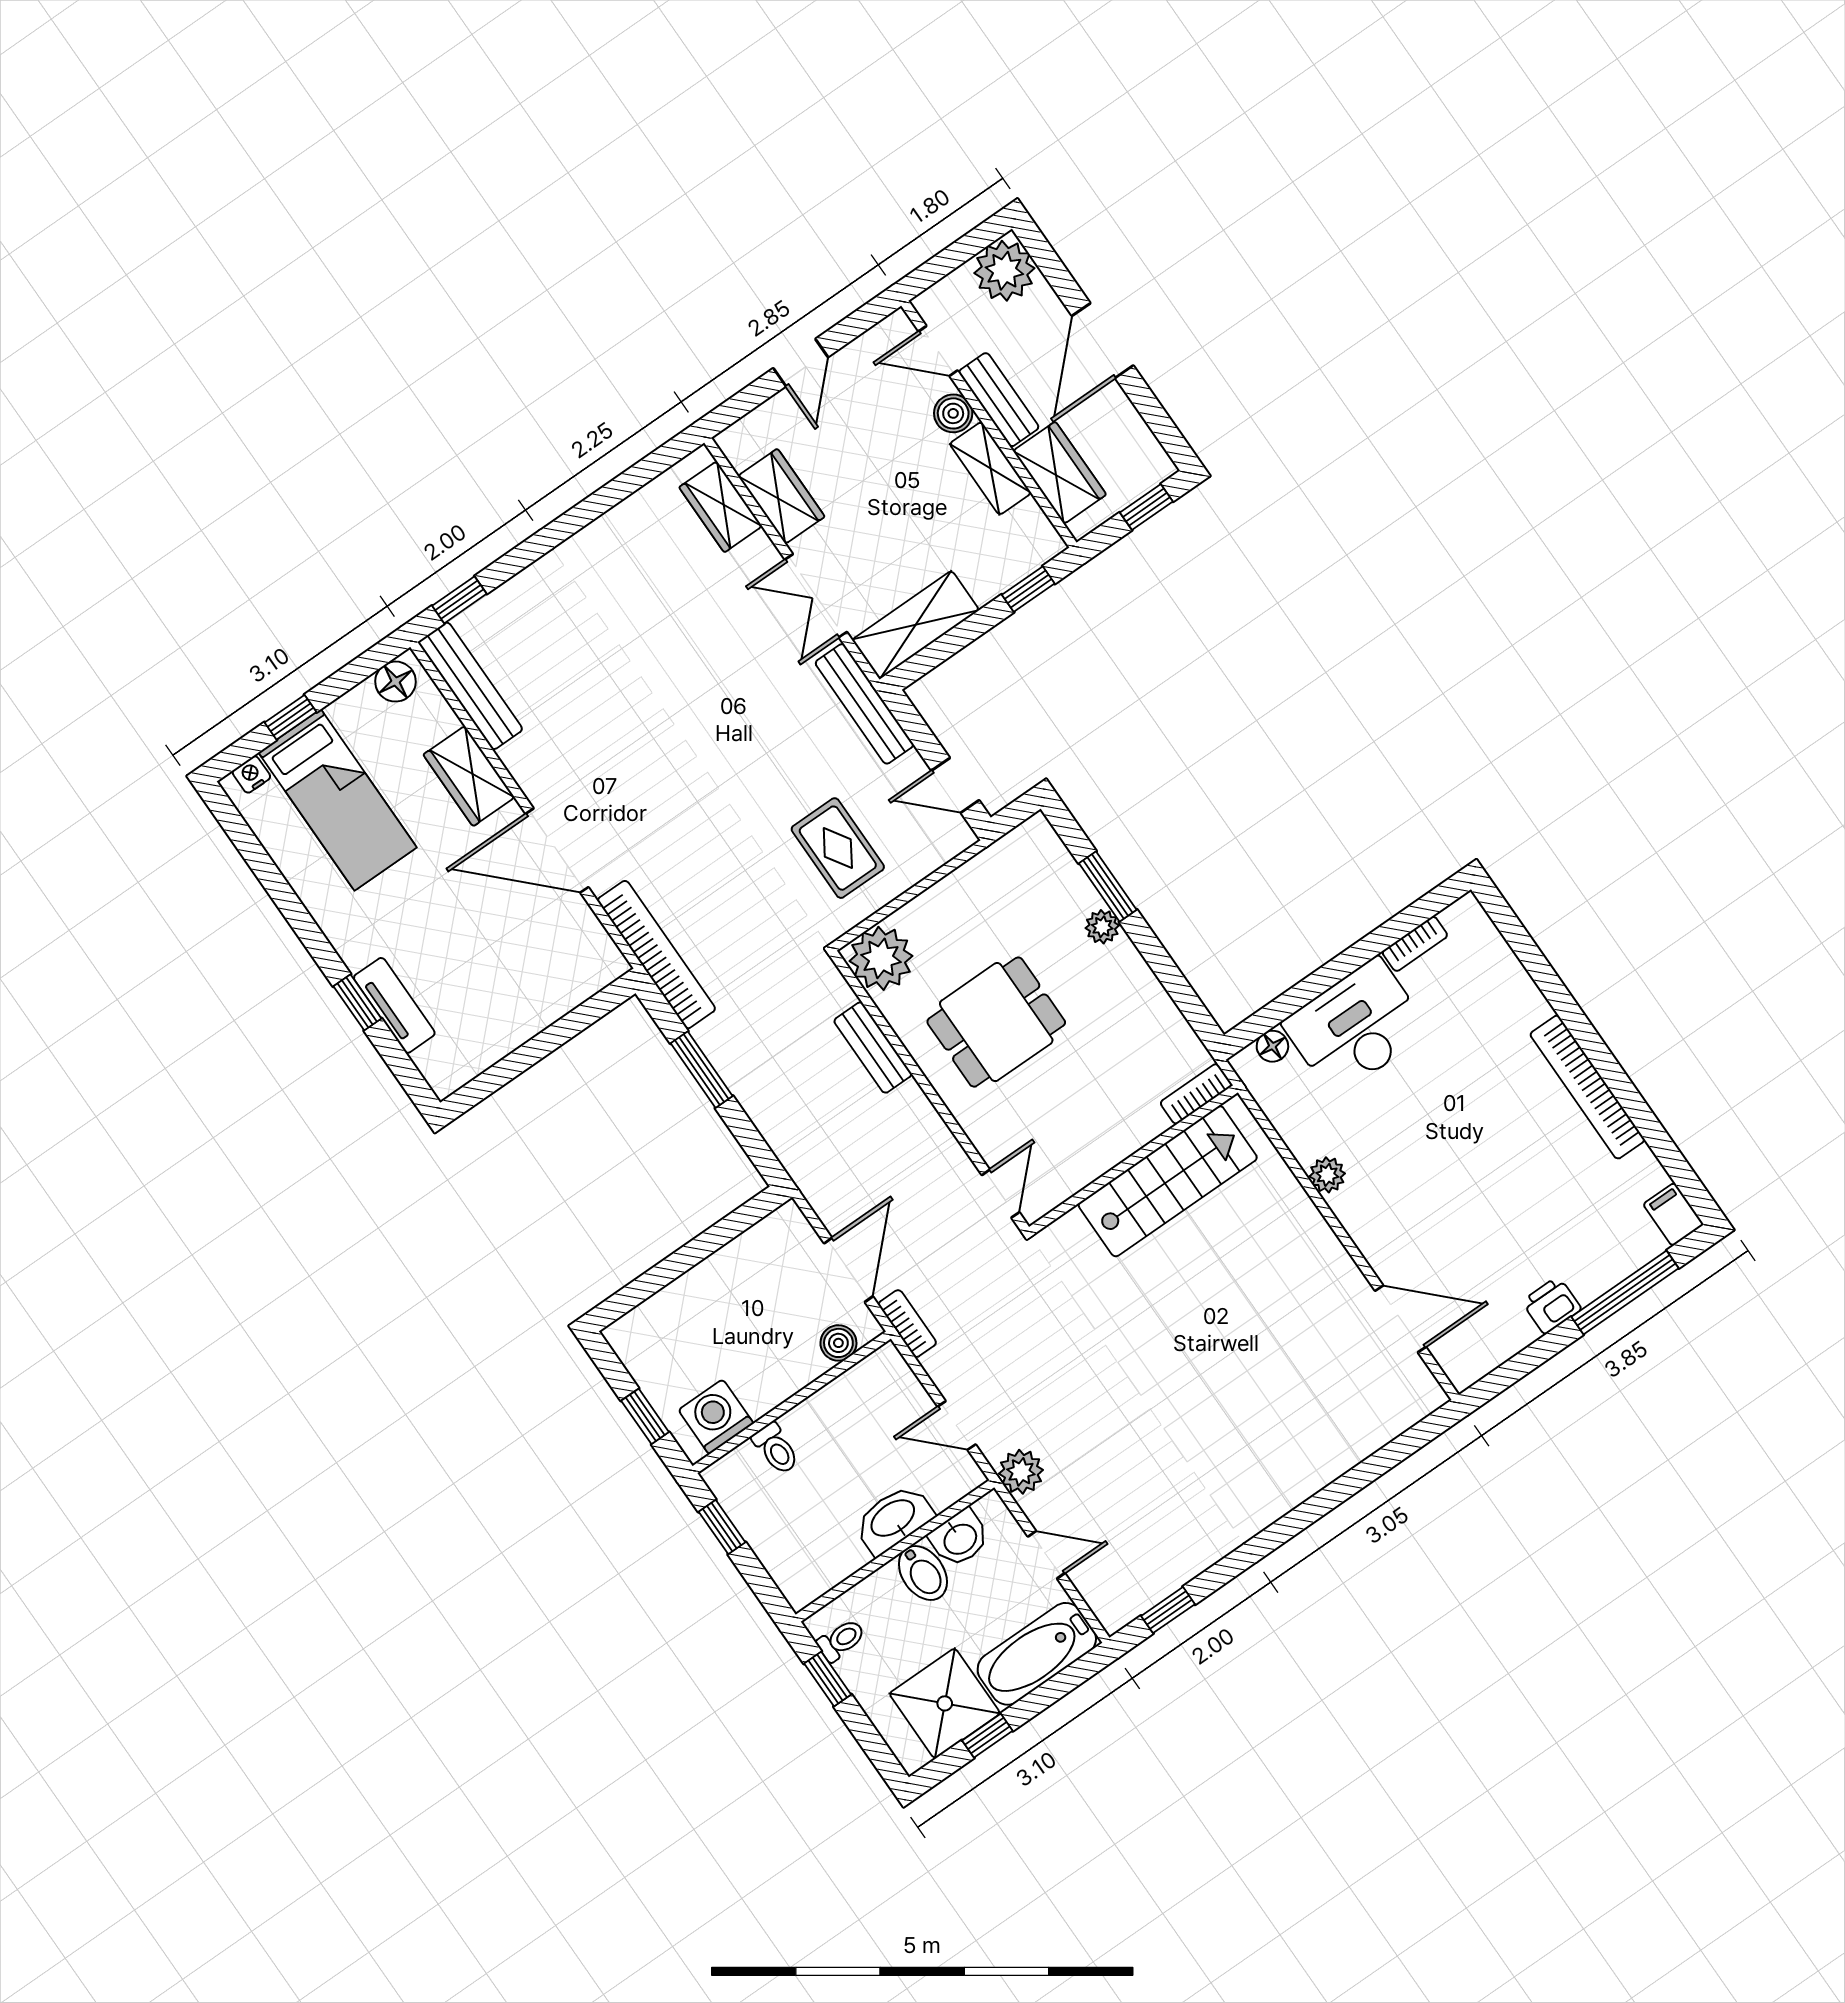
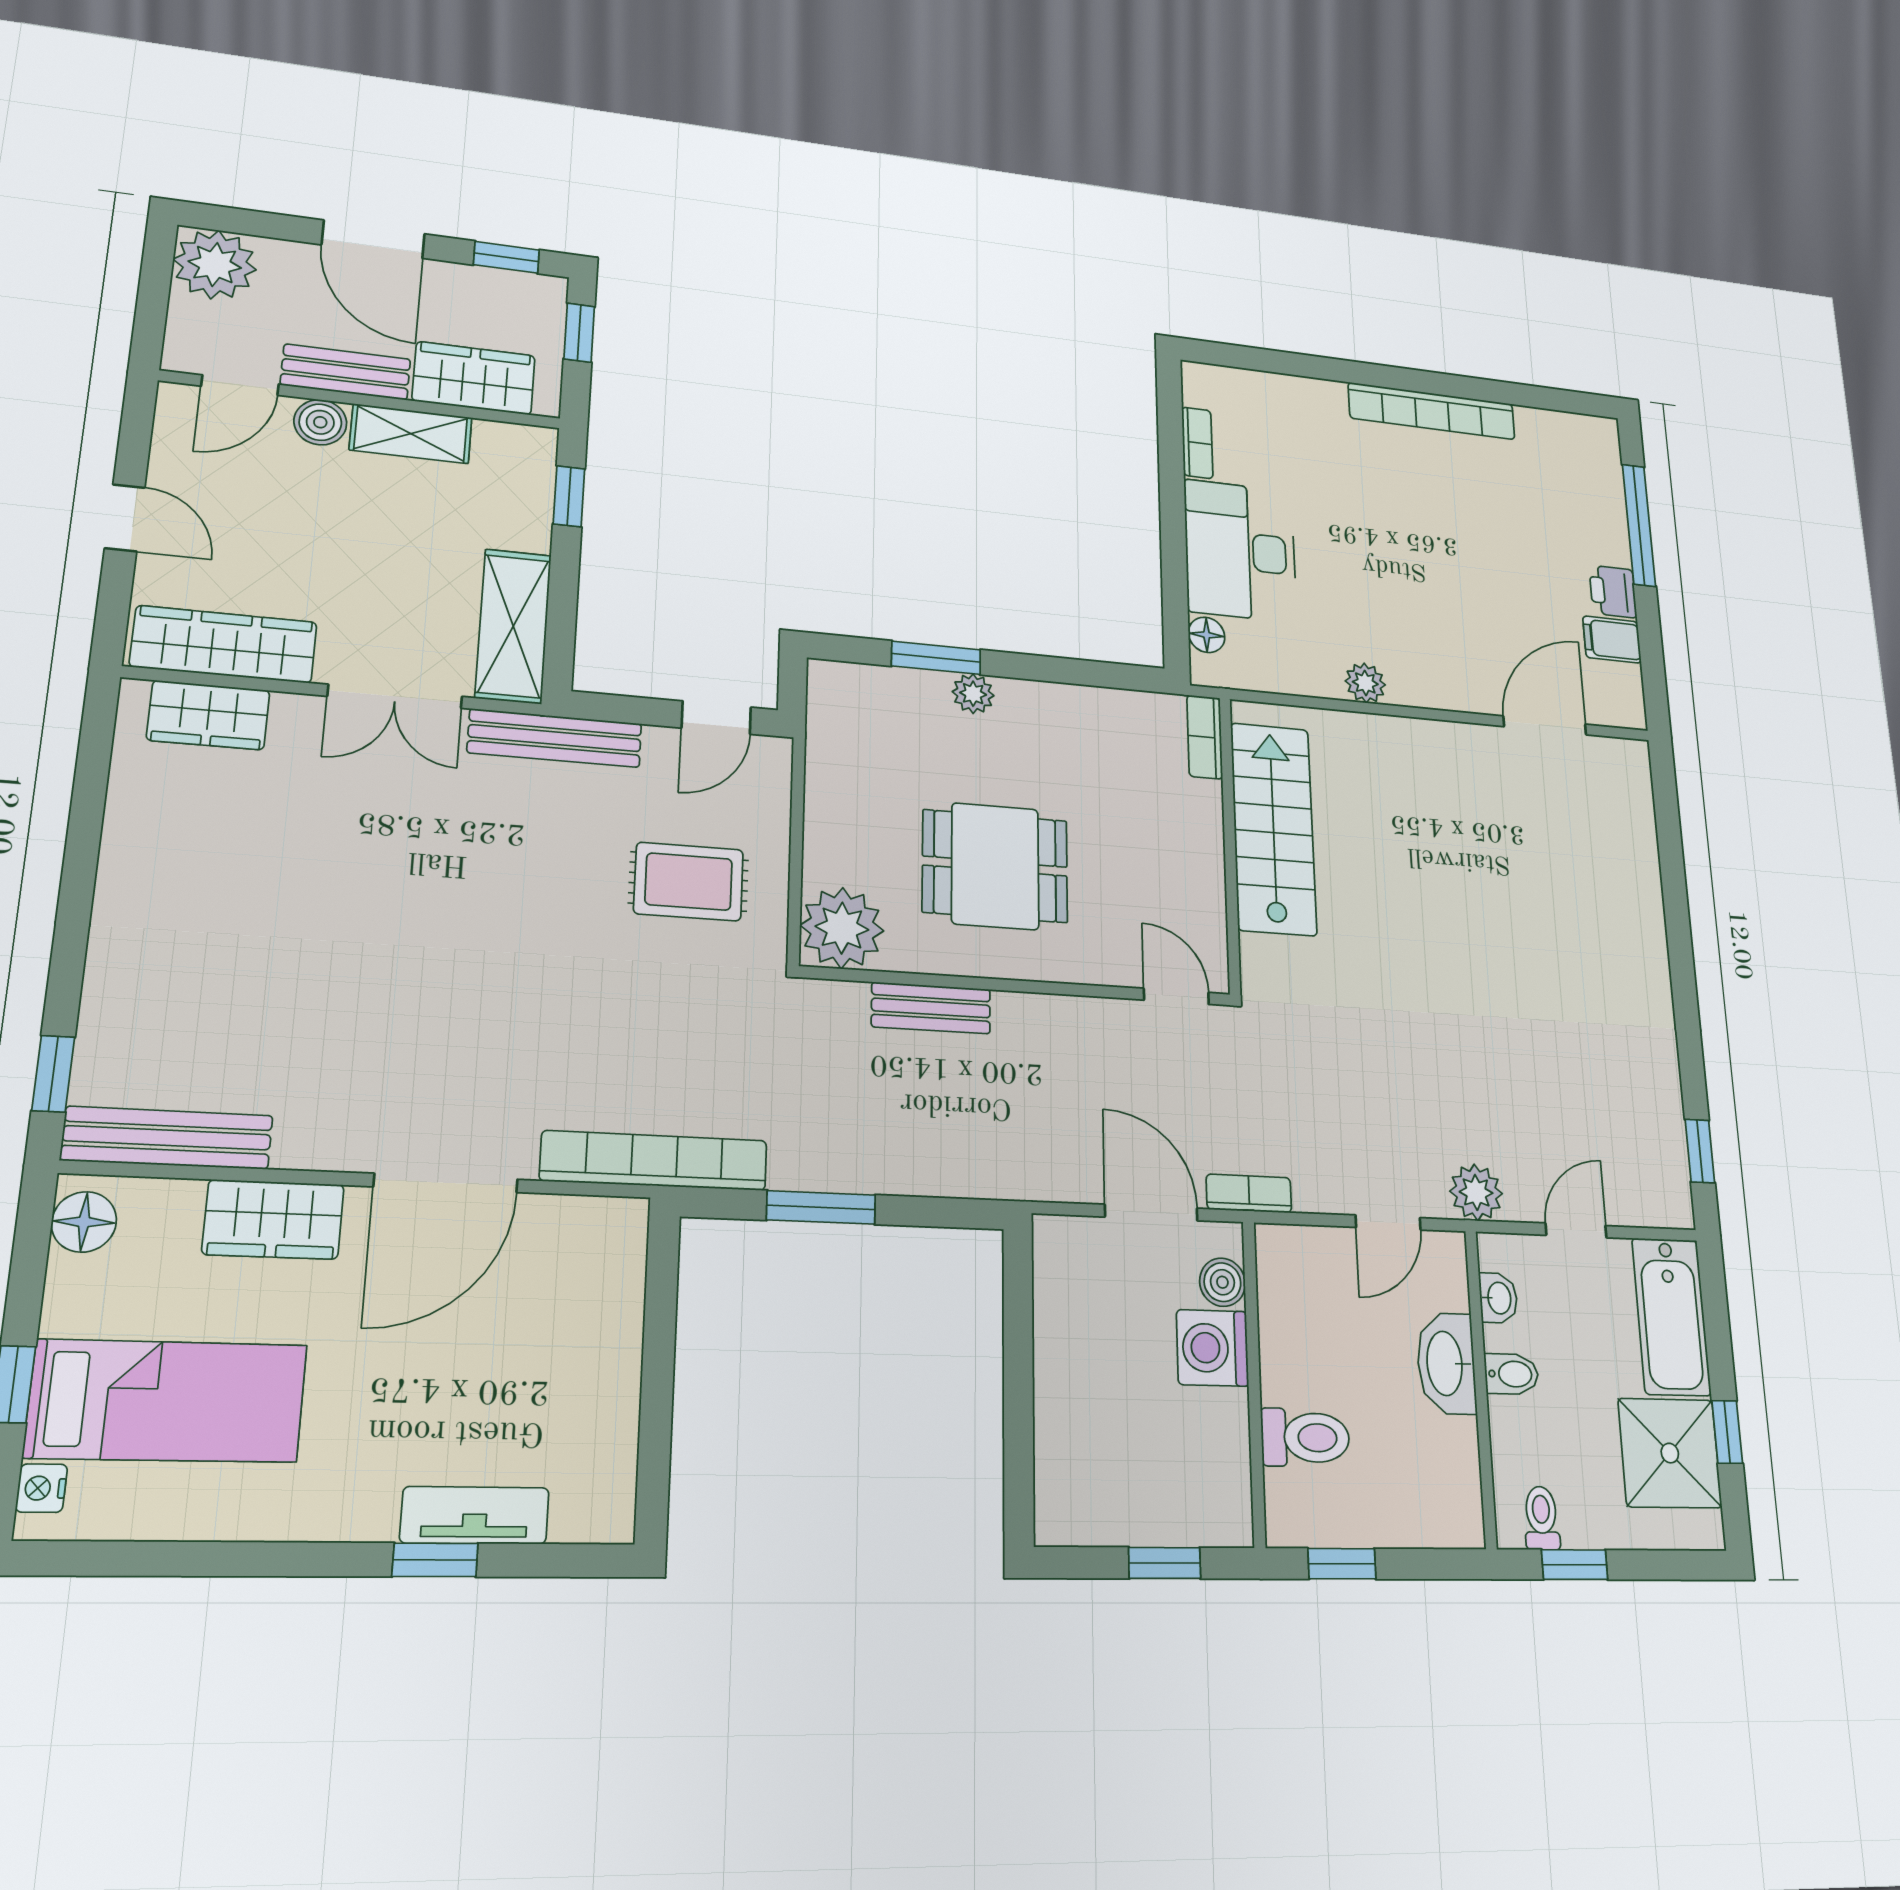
window: (1161, 424) -> (506, 257), added
wardrobe: (781, 496) -> (224, 644), width x1.50
dining table: (996, 1022) -> (995, 866), turned 90
filing cabinet: (1673, 1214) -> (1612, 640), moved
washing machine: (716, 1417) -> (1212, 1348), moved
toilet: (776, 1449) -> (1305, 1438), width x1.37, depth x1.39
washbasin: (960, 1538) -> (1498, 1298), width x0.72, depth x0.69
bidet: (923, 1573) -> (1511, 1374), width x0.72, depth x0.74

